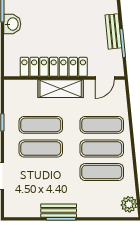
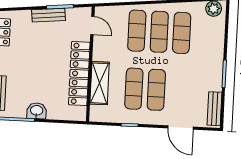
shelving: (61, 89) -> (100, 83), moved
bench: (59, 211) -> (215, 109), moved

